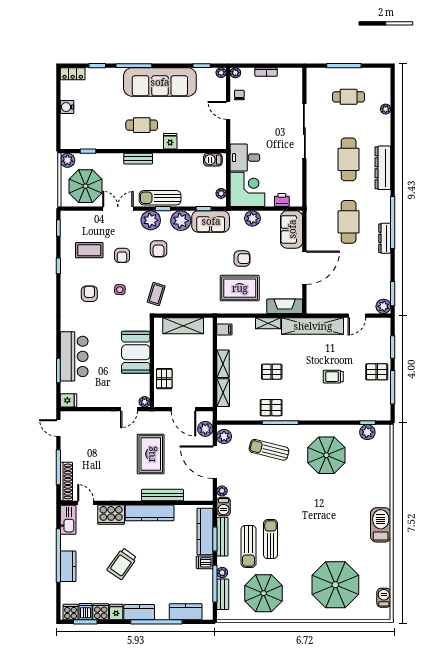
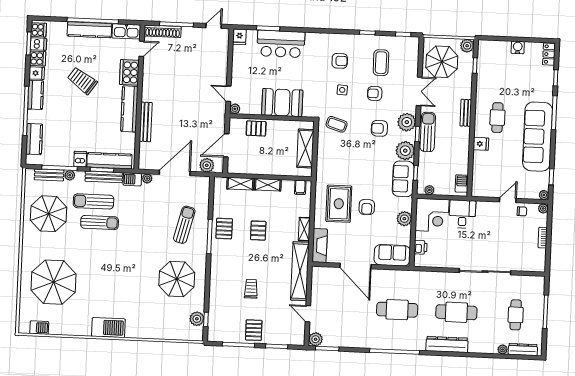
dresser: (385, 238) -> (523, 350), moved
plant: (224, 437) -> (199, 183), removed
rug: (151, 454) -> (185, 112), removed
kitchen counter: (68, 566) -> (89, 30), width x1.50

